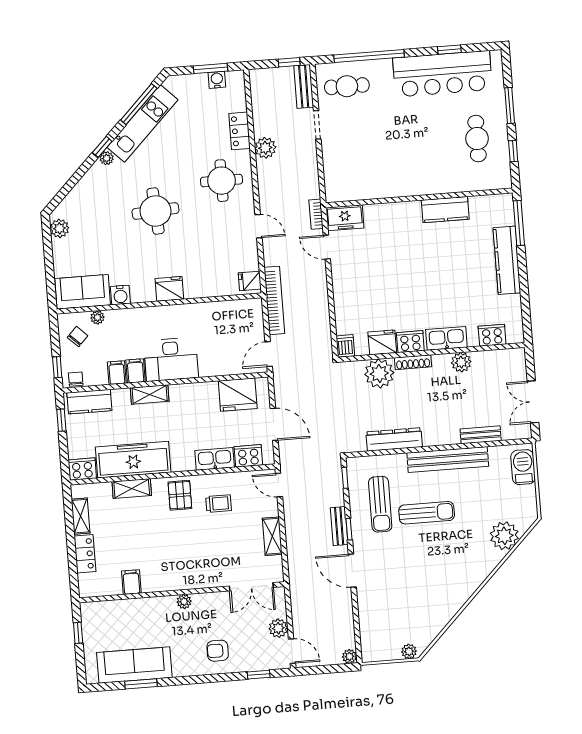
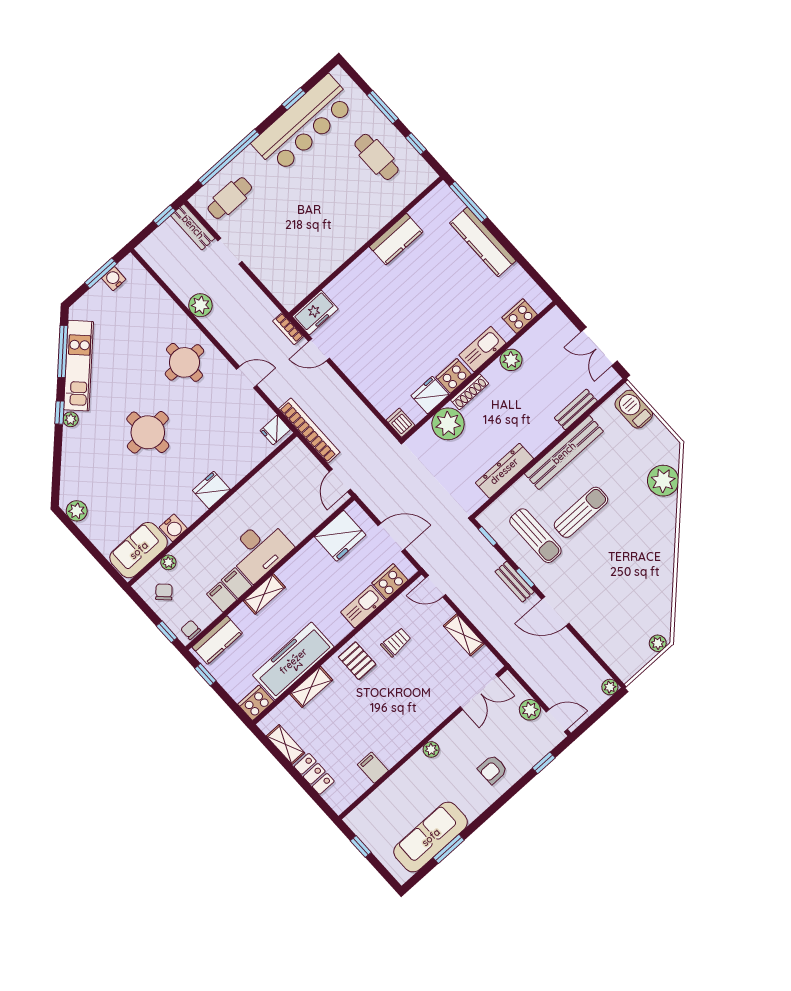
locker: (240, 131) -> (167, 308), removed

